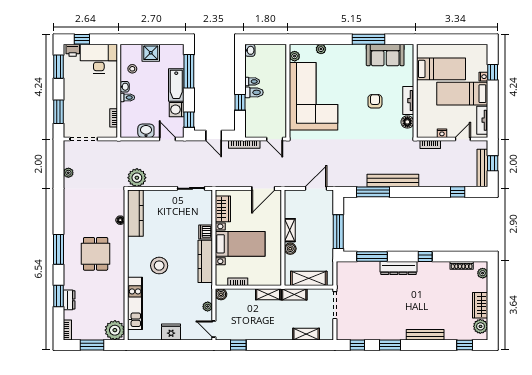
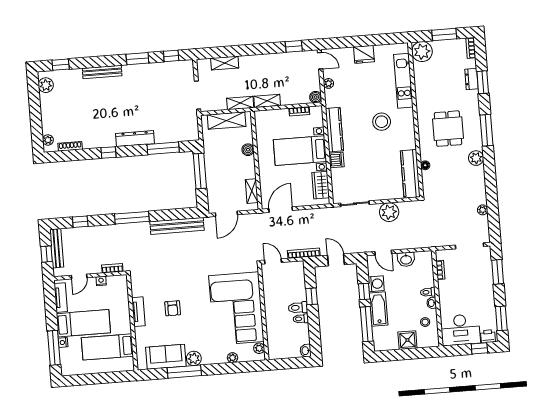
plant: (358, 51) -> (194, 358), added
window: (493, 72) -> (54, 348), width x2.17
window: (189, 120) -> (364, 291), moved
floor lamp: (407, 122) -> (138, 290), removed
plant: (137, 178) -> (389, 212), moved
bench: (393, 180) -> (177, 226), moved
window: (373, 192) -> (132, 218), moved
plant: (71, 223) -> (476, 158), added
shelving: (290, 230) -> (252, 191), moved
wardrobe: (480, 305) -> (48, 107), removed

